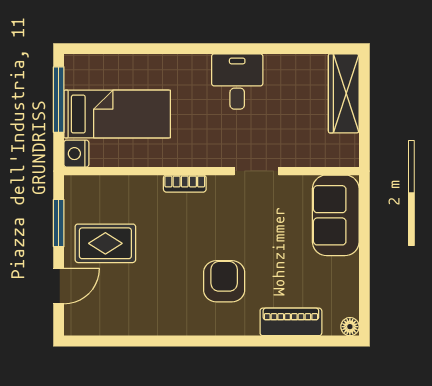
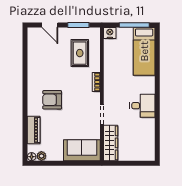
wardrobe: (344, 93) -> (111, 143), moved, turned 90
bed: (117, 114) -> (144, 51), moved
rug: (105, 243) -> (80, 53), moved
armchair: (224, 281) -> (52, 100), turned 180
plant: (348, 305) -> (41, 156), added

